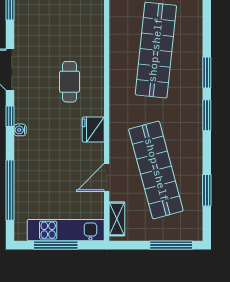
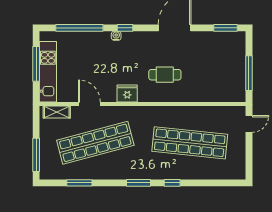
window: (207, 72) -> (172, 183), width x0.67
window: (10, 116) -> (125, 28), moved
water cooler: (20, 130) -> (116, 36), moved

